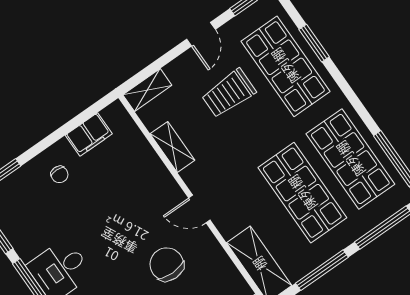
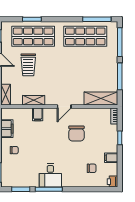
filing cabinet: (152, 172) -> (38, 114), added
shop shelf: (302, 193) -> (85, 63), removed
chair: (167, 264) -> (76, 133), turned -90

